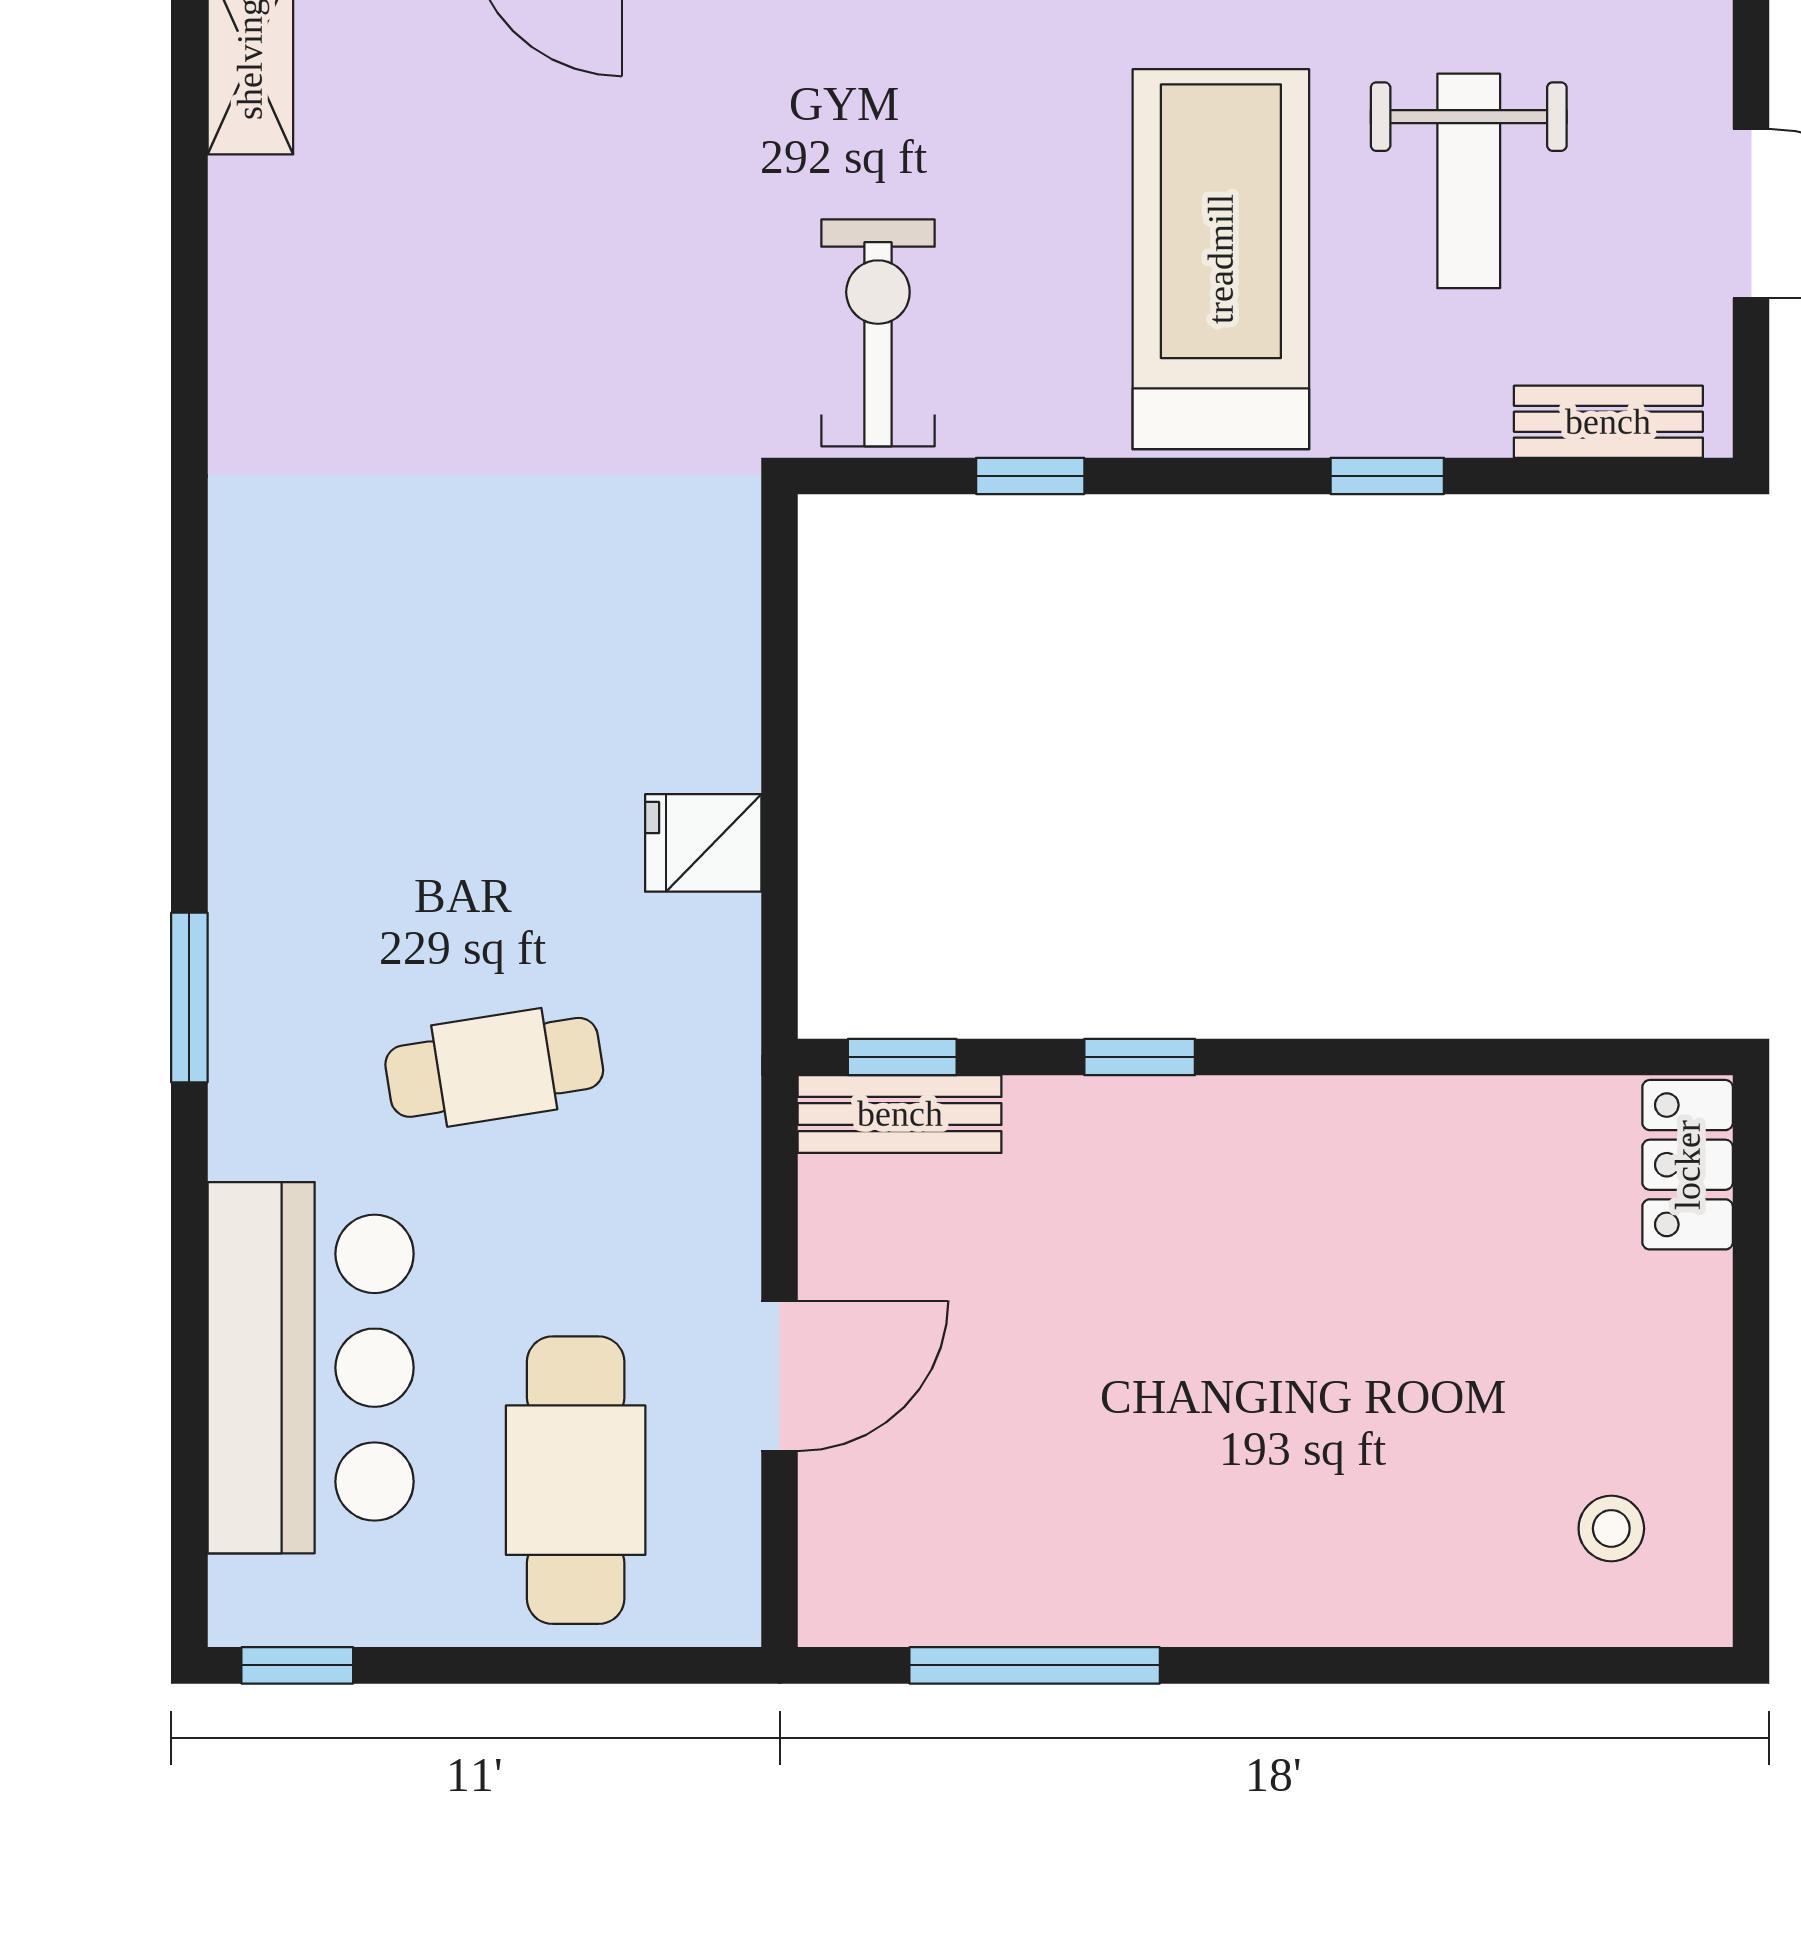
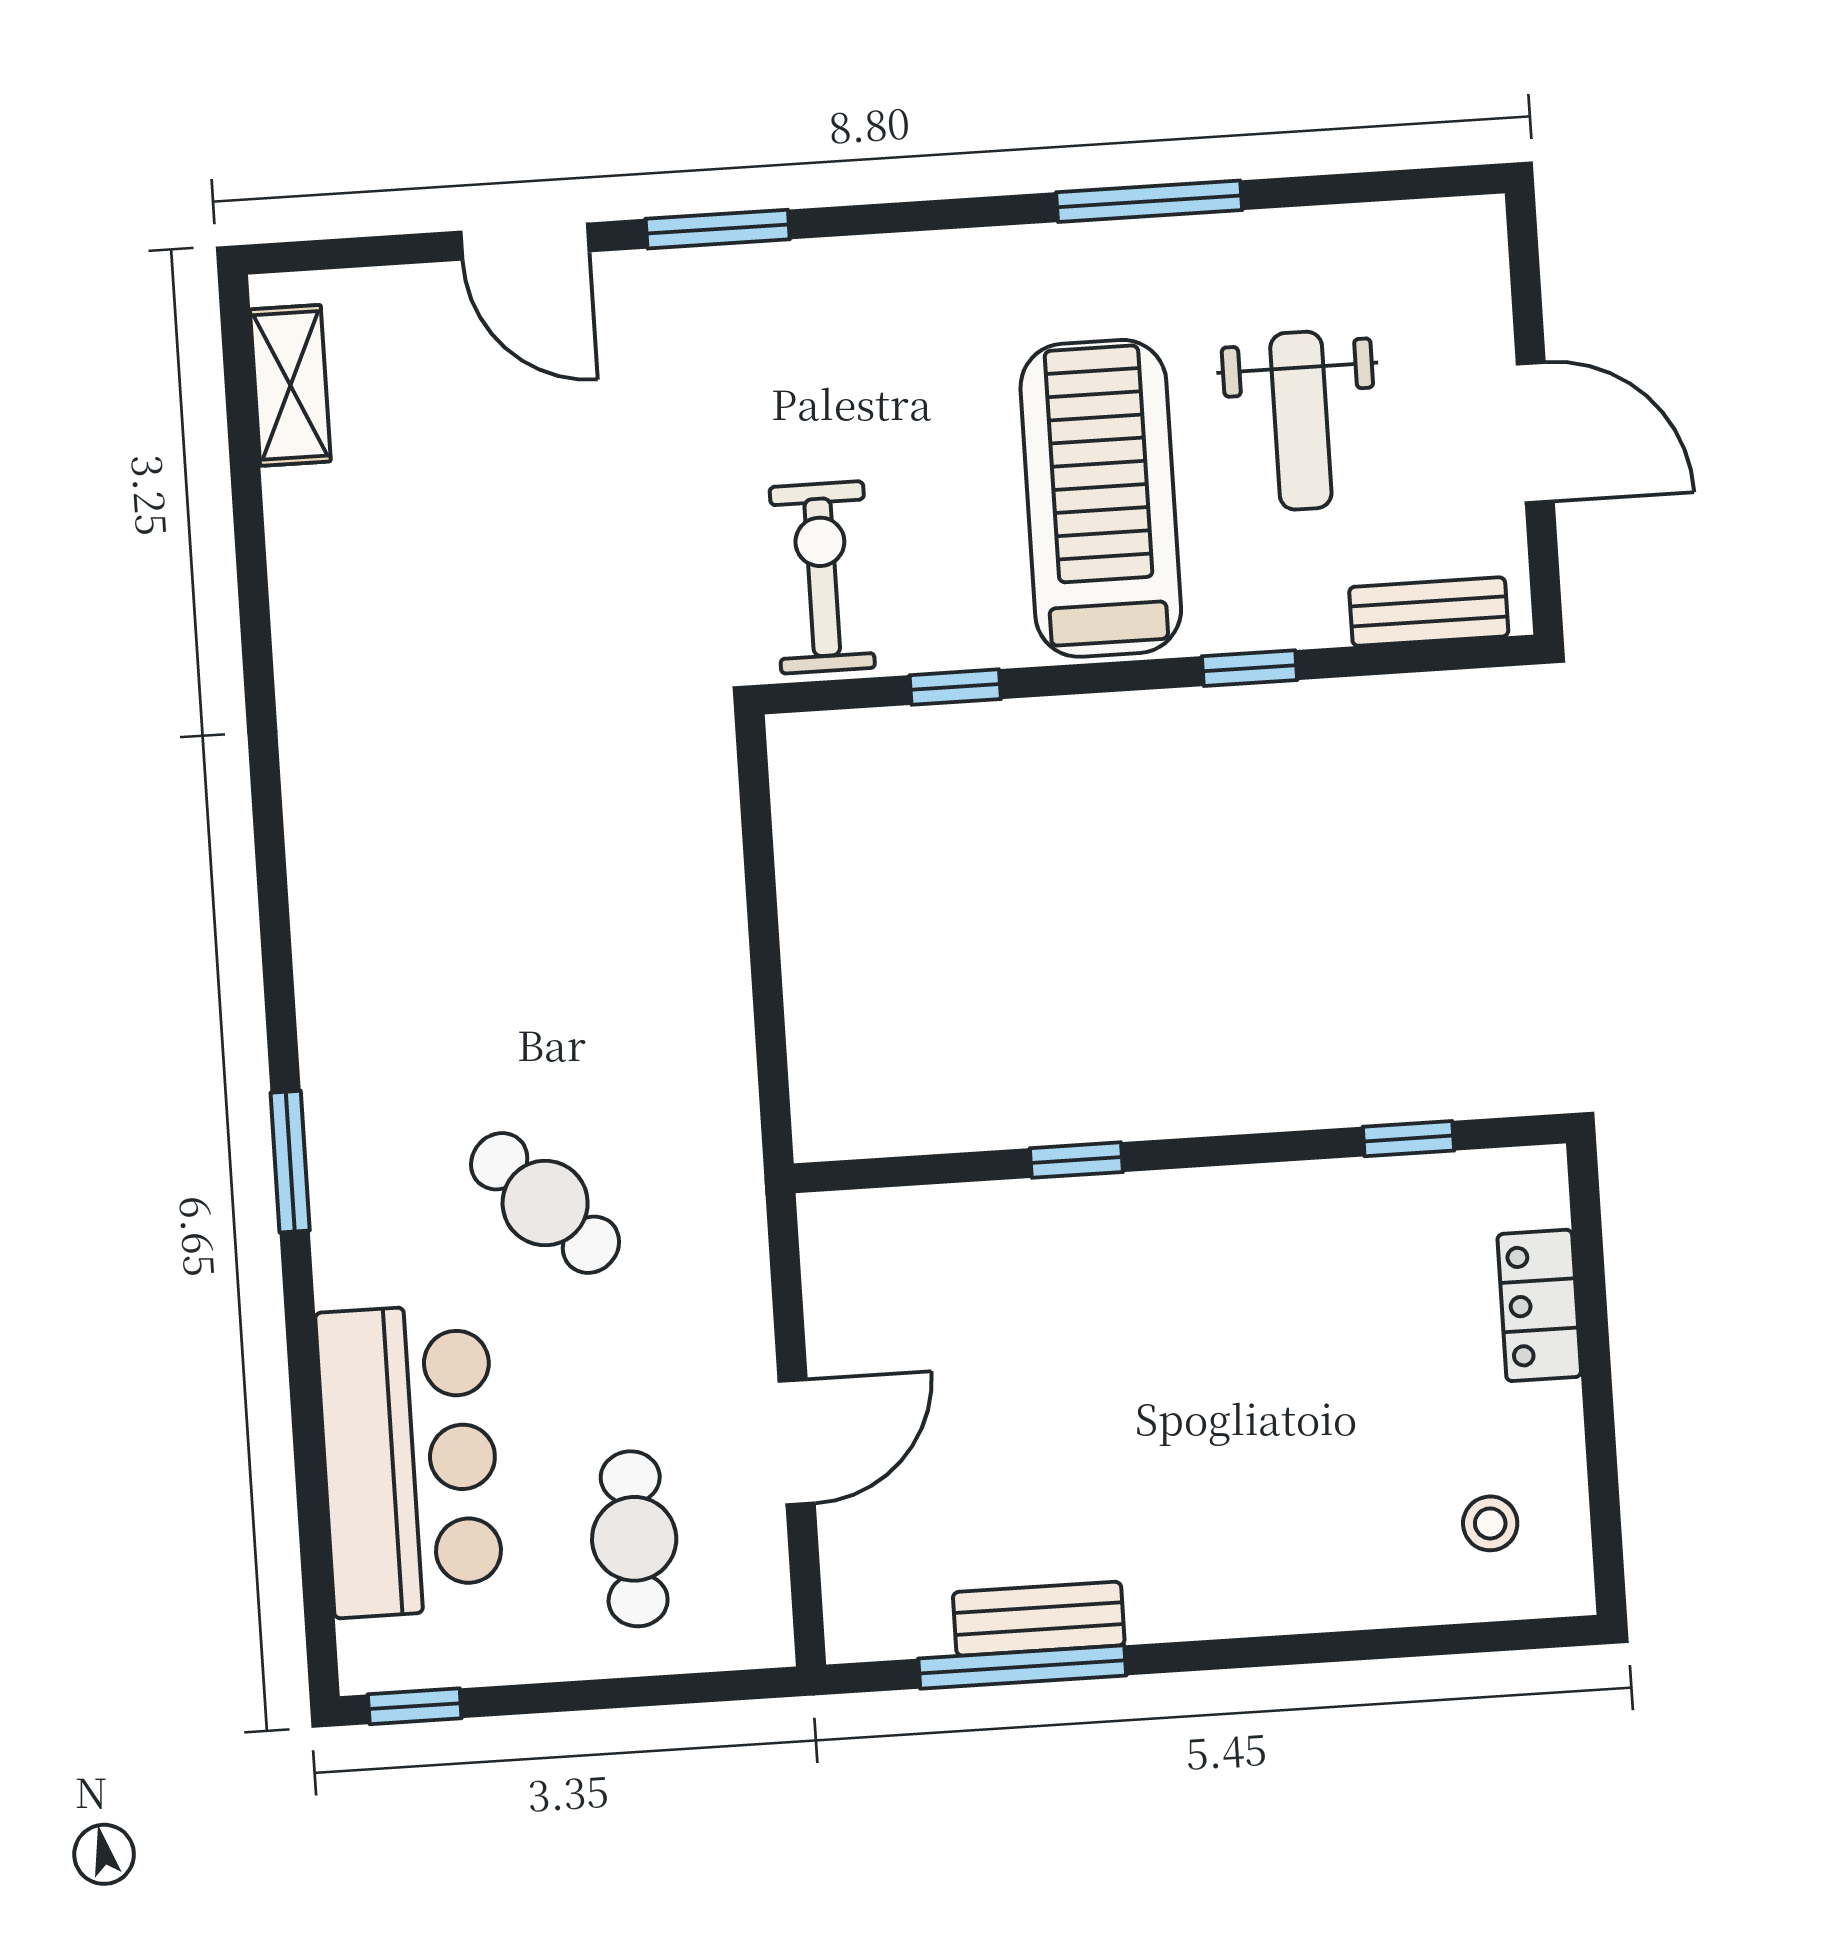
fridge: (703, 843) -> (705, 1007), removed
window: (902, 1057) -> (1408, 1139), moved
cafe table: (494, 1067) -> (545, 1203), turned 55
bench: (900, 1114) -> (1039, 1619), moved
locker: (1688, 1165) -> (1539, 1305), moved
cafe table: (576, 1480) -> (634, 1539), width x0.73, depth x0.74

